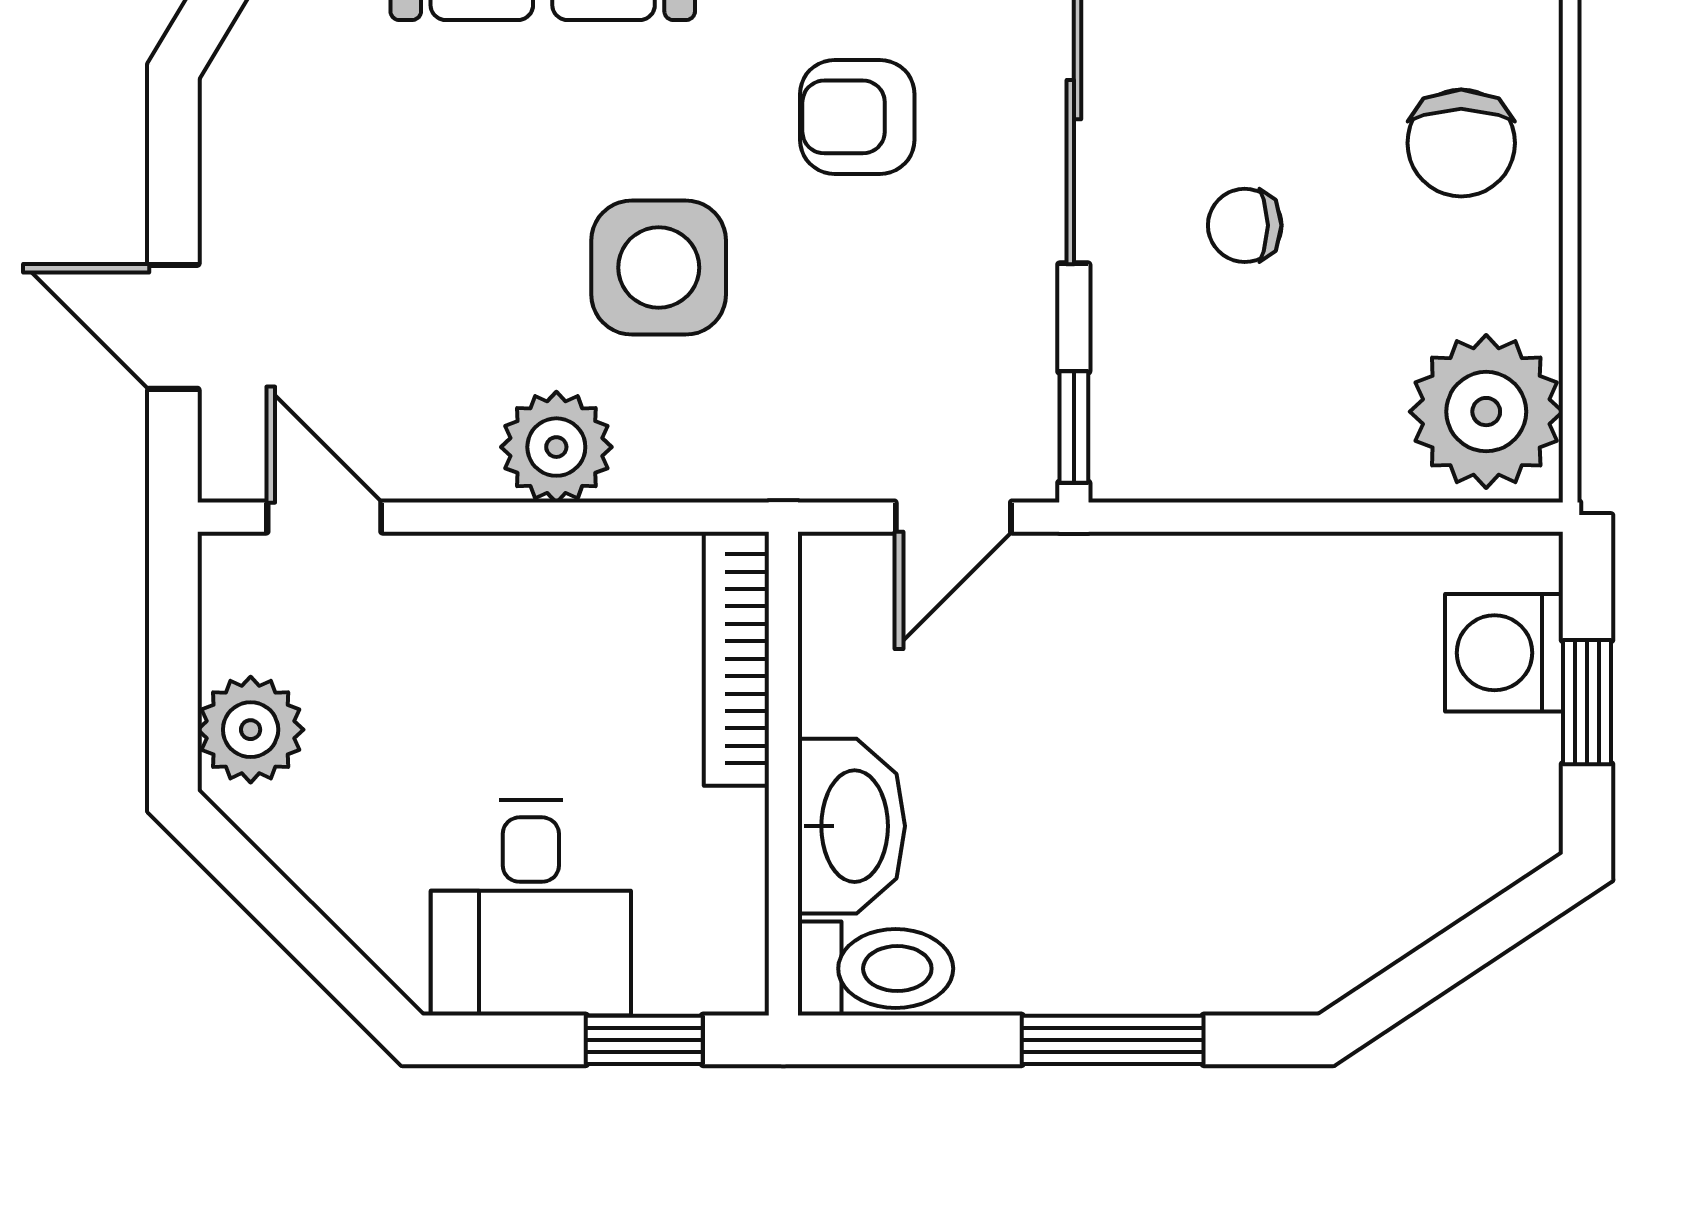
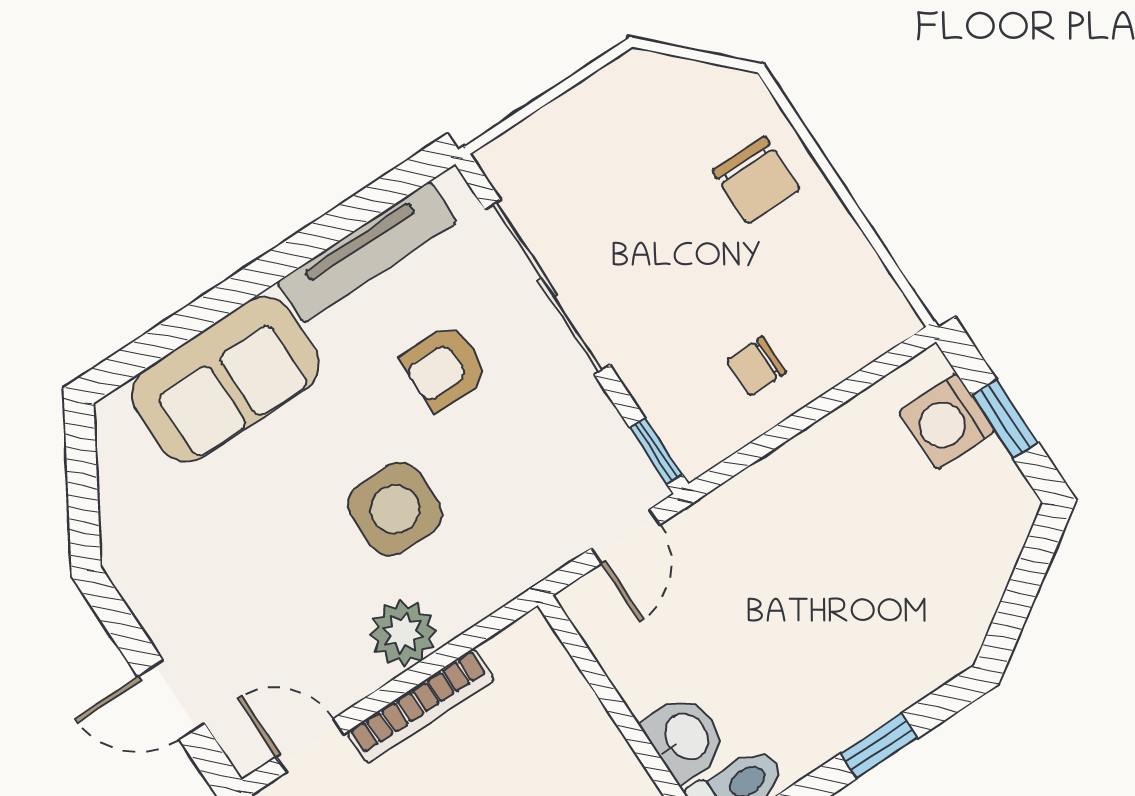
chair: (1245, 225) -> (756, 366), moved
plant: (1486, 412) -> (858, 307), removed
bookcase: (736, 659) -> (421, 706), moved, turned -90
washbasin: (851, 826) -> (685, 738), width x0.72
window: (1113, 1040) -> (879, 746), width x0.67

